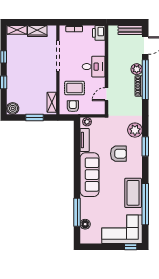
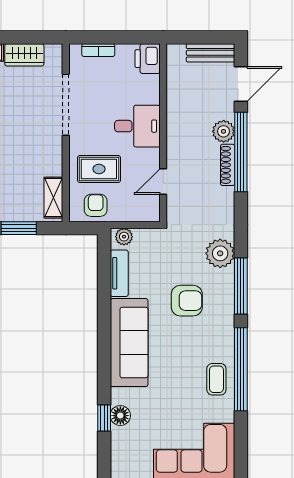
window: (145, 146) -> (241, 286), width x1.44
coffee table: (133, 193) -> (216, 379), width x0.54, depth x0.58
window: (145, 204) -> (241, 369), moved
window: (77, 212) -> (104, 418), width x0.46
floor lamp: (85, 224) -> (120, 416), moved

